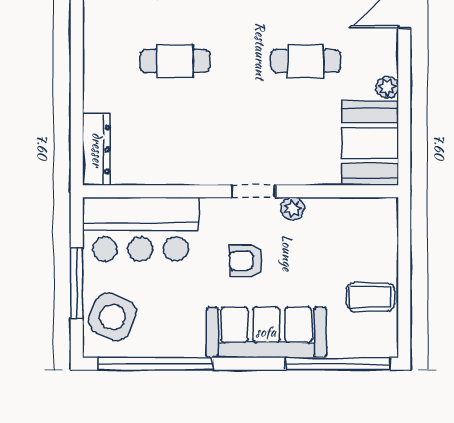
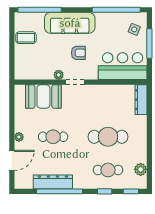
cafe table: (175, 61) -> (108, 137), width x1.37, depth x1.35
plant: (387, 87) -> (19, 137), moved
booth: (370, 143) -> (43, 96), moved, turned 90
side table: (112, 317) -> (134, 29), width x0.54, depth x0.54

